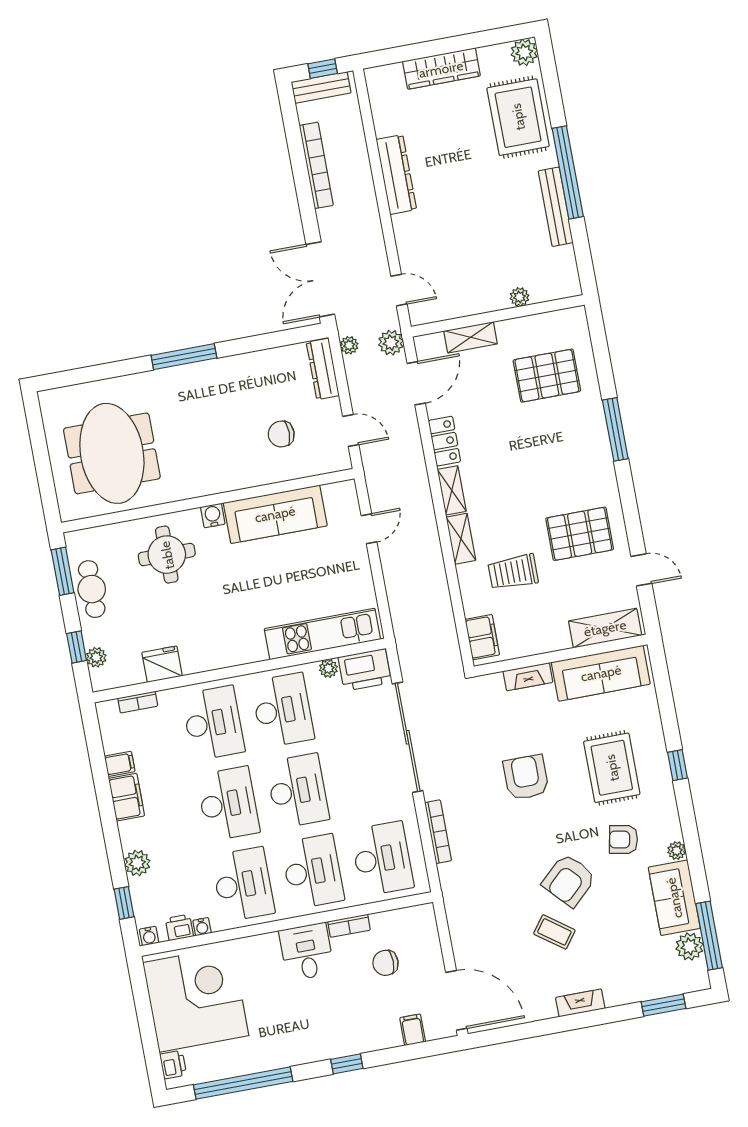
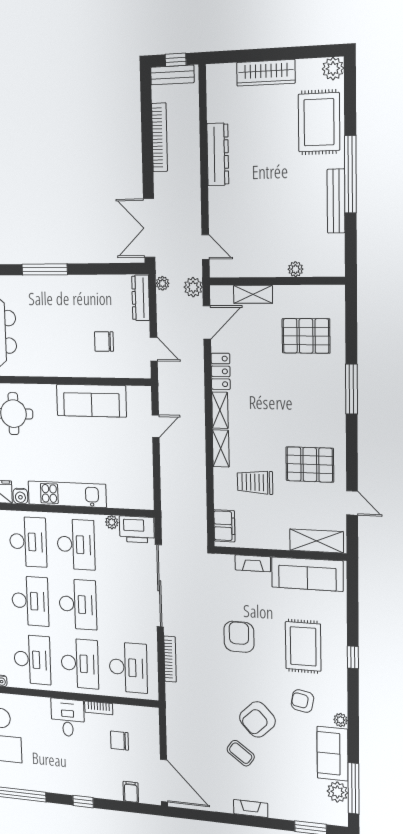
water cooler: (213, 515) -> (20, 496), moved, turned 180
kitchen unit: (322, 634) -> (67, 494), moved

